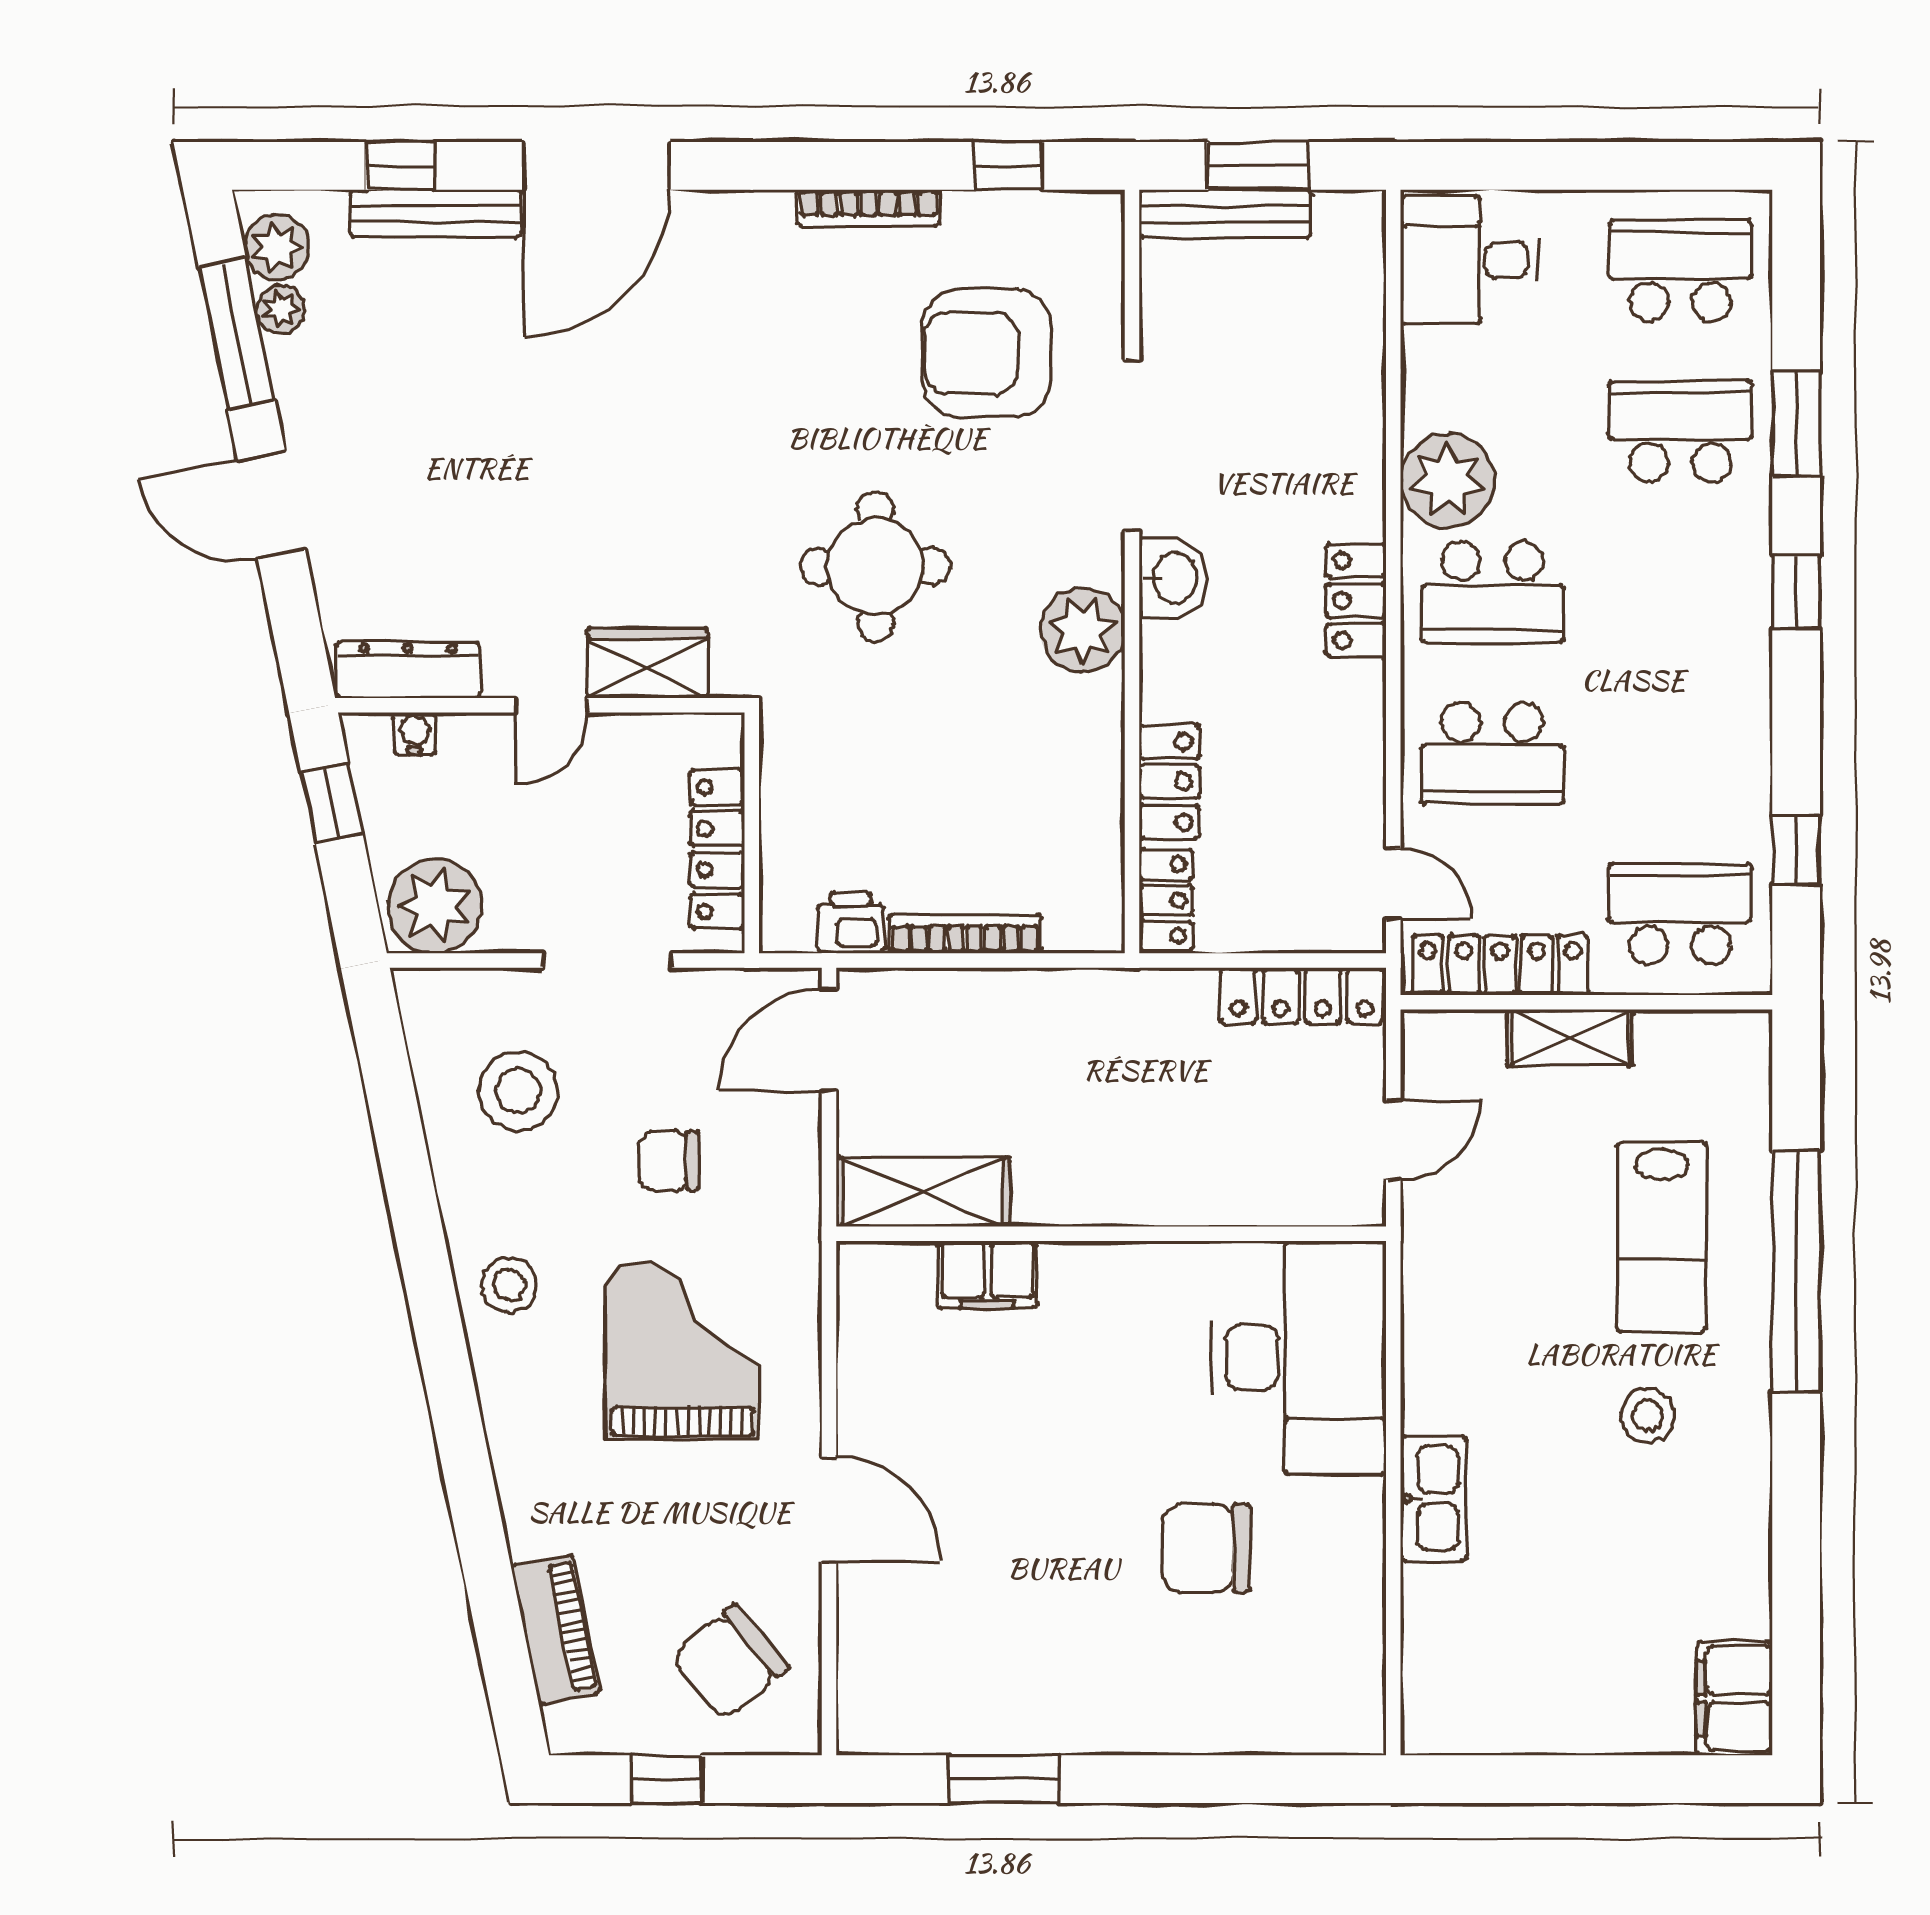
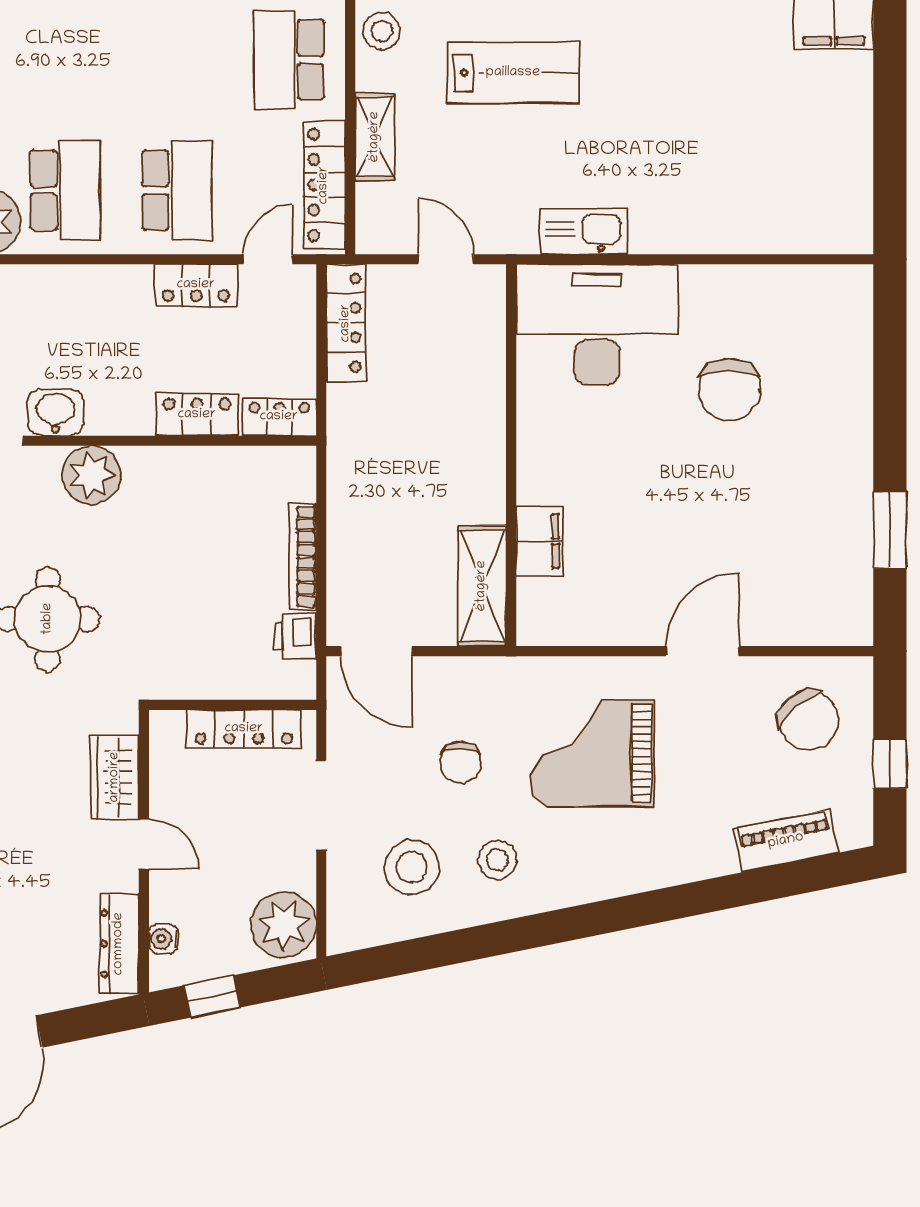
locker: (1356, 600) -> (196, 285), moved
stool: (509, 1285) -> (497, 860), moved
stool: (1647, 1415) -> (382, 31), moved
kitchen sink: (1433, 1498) -> (584, 231), moved

